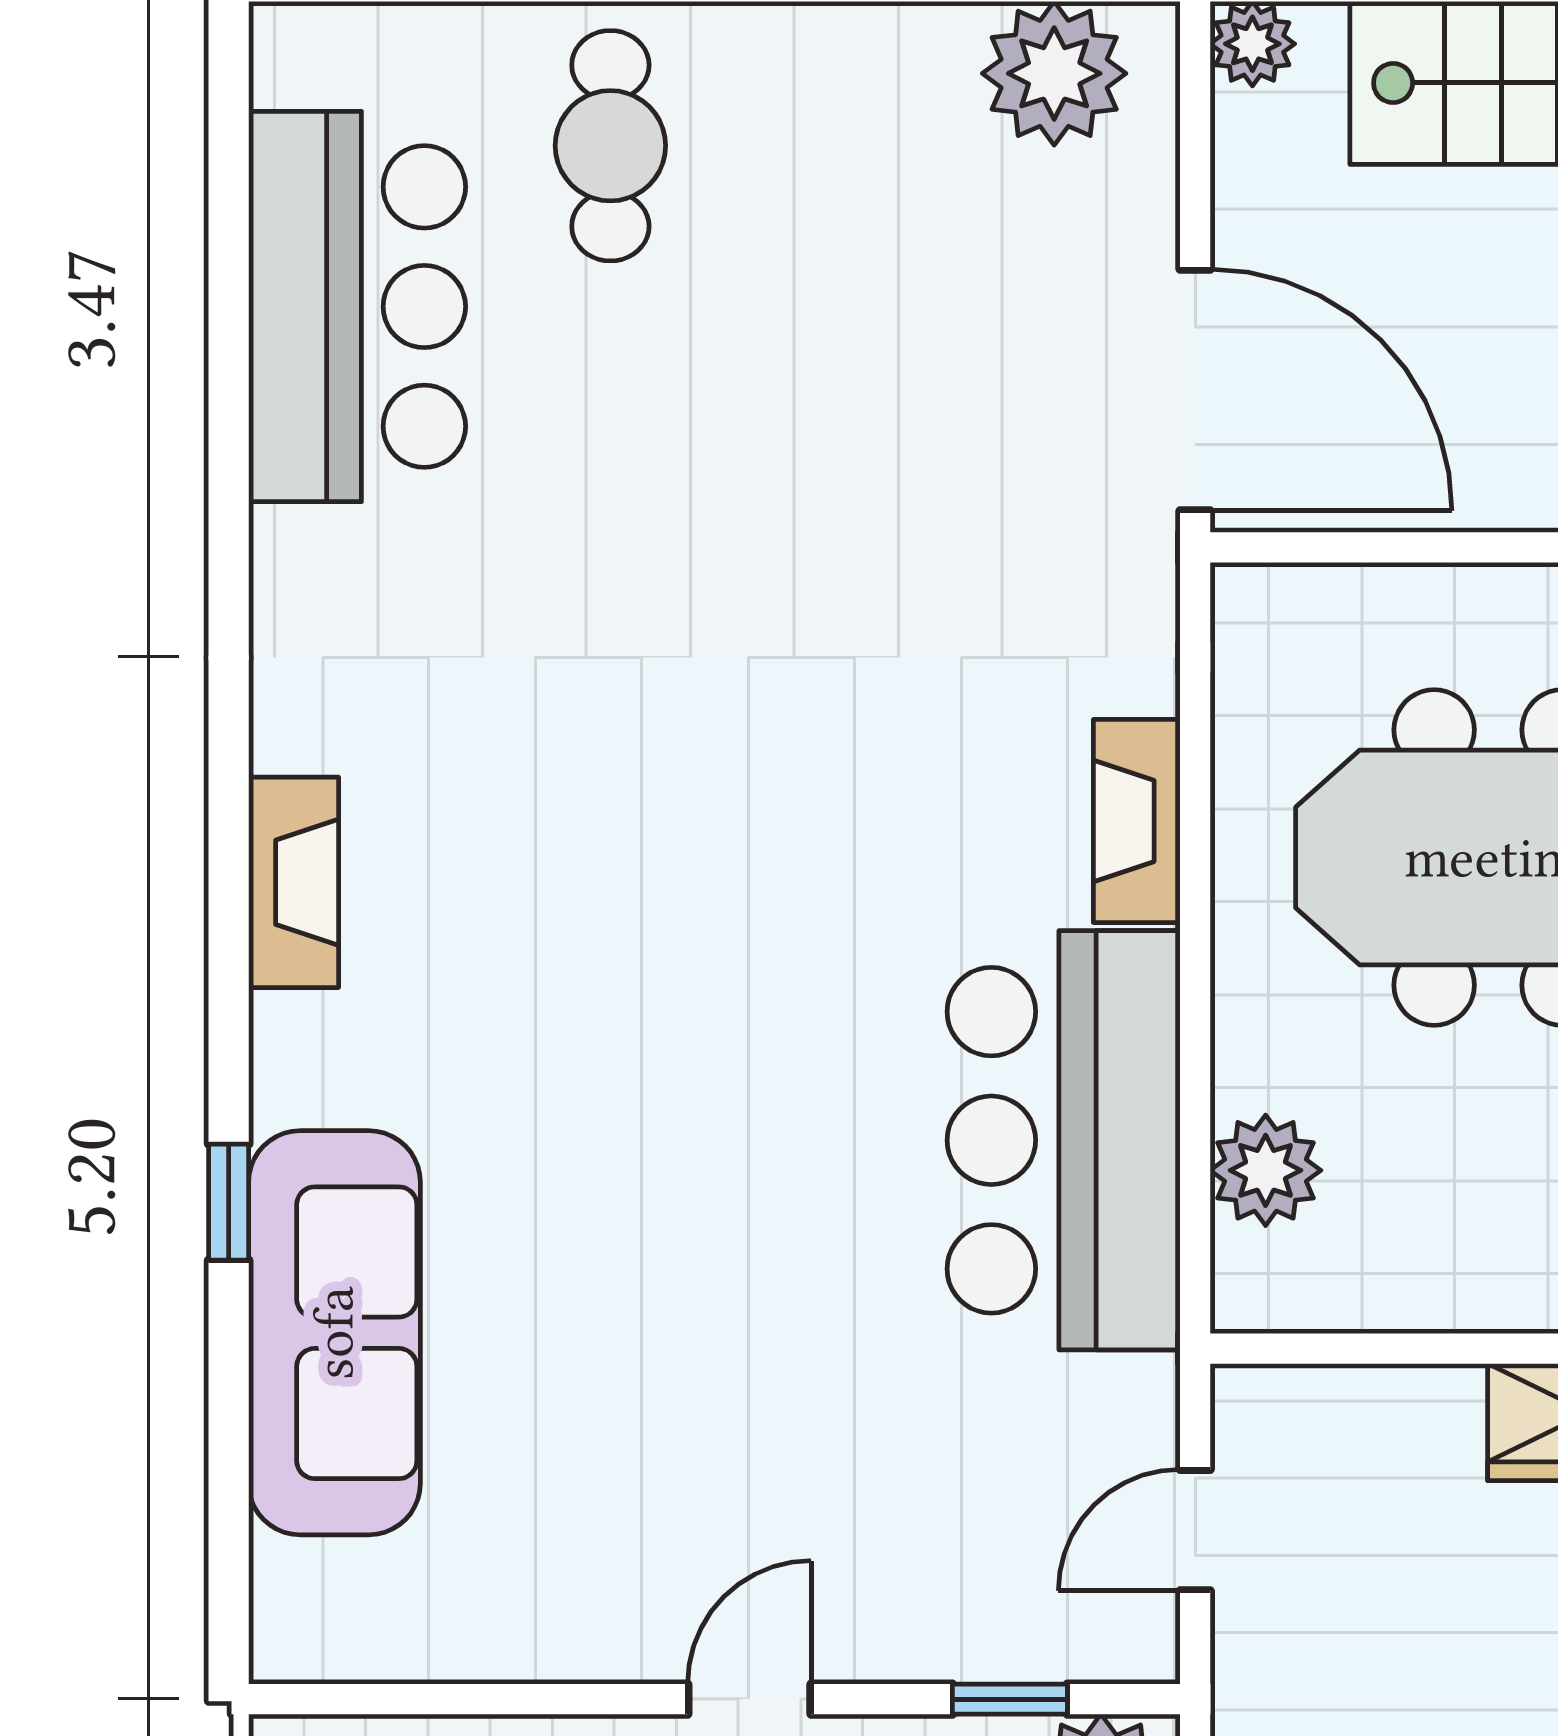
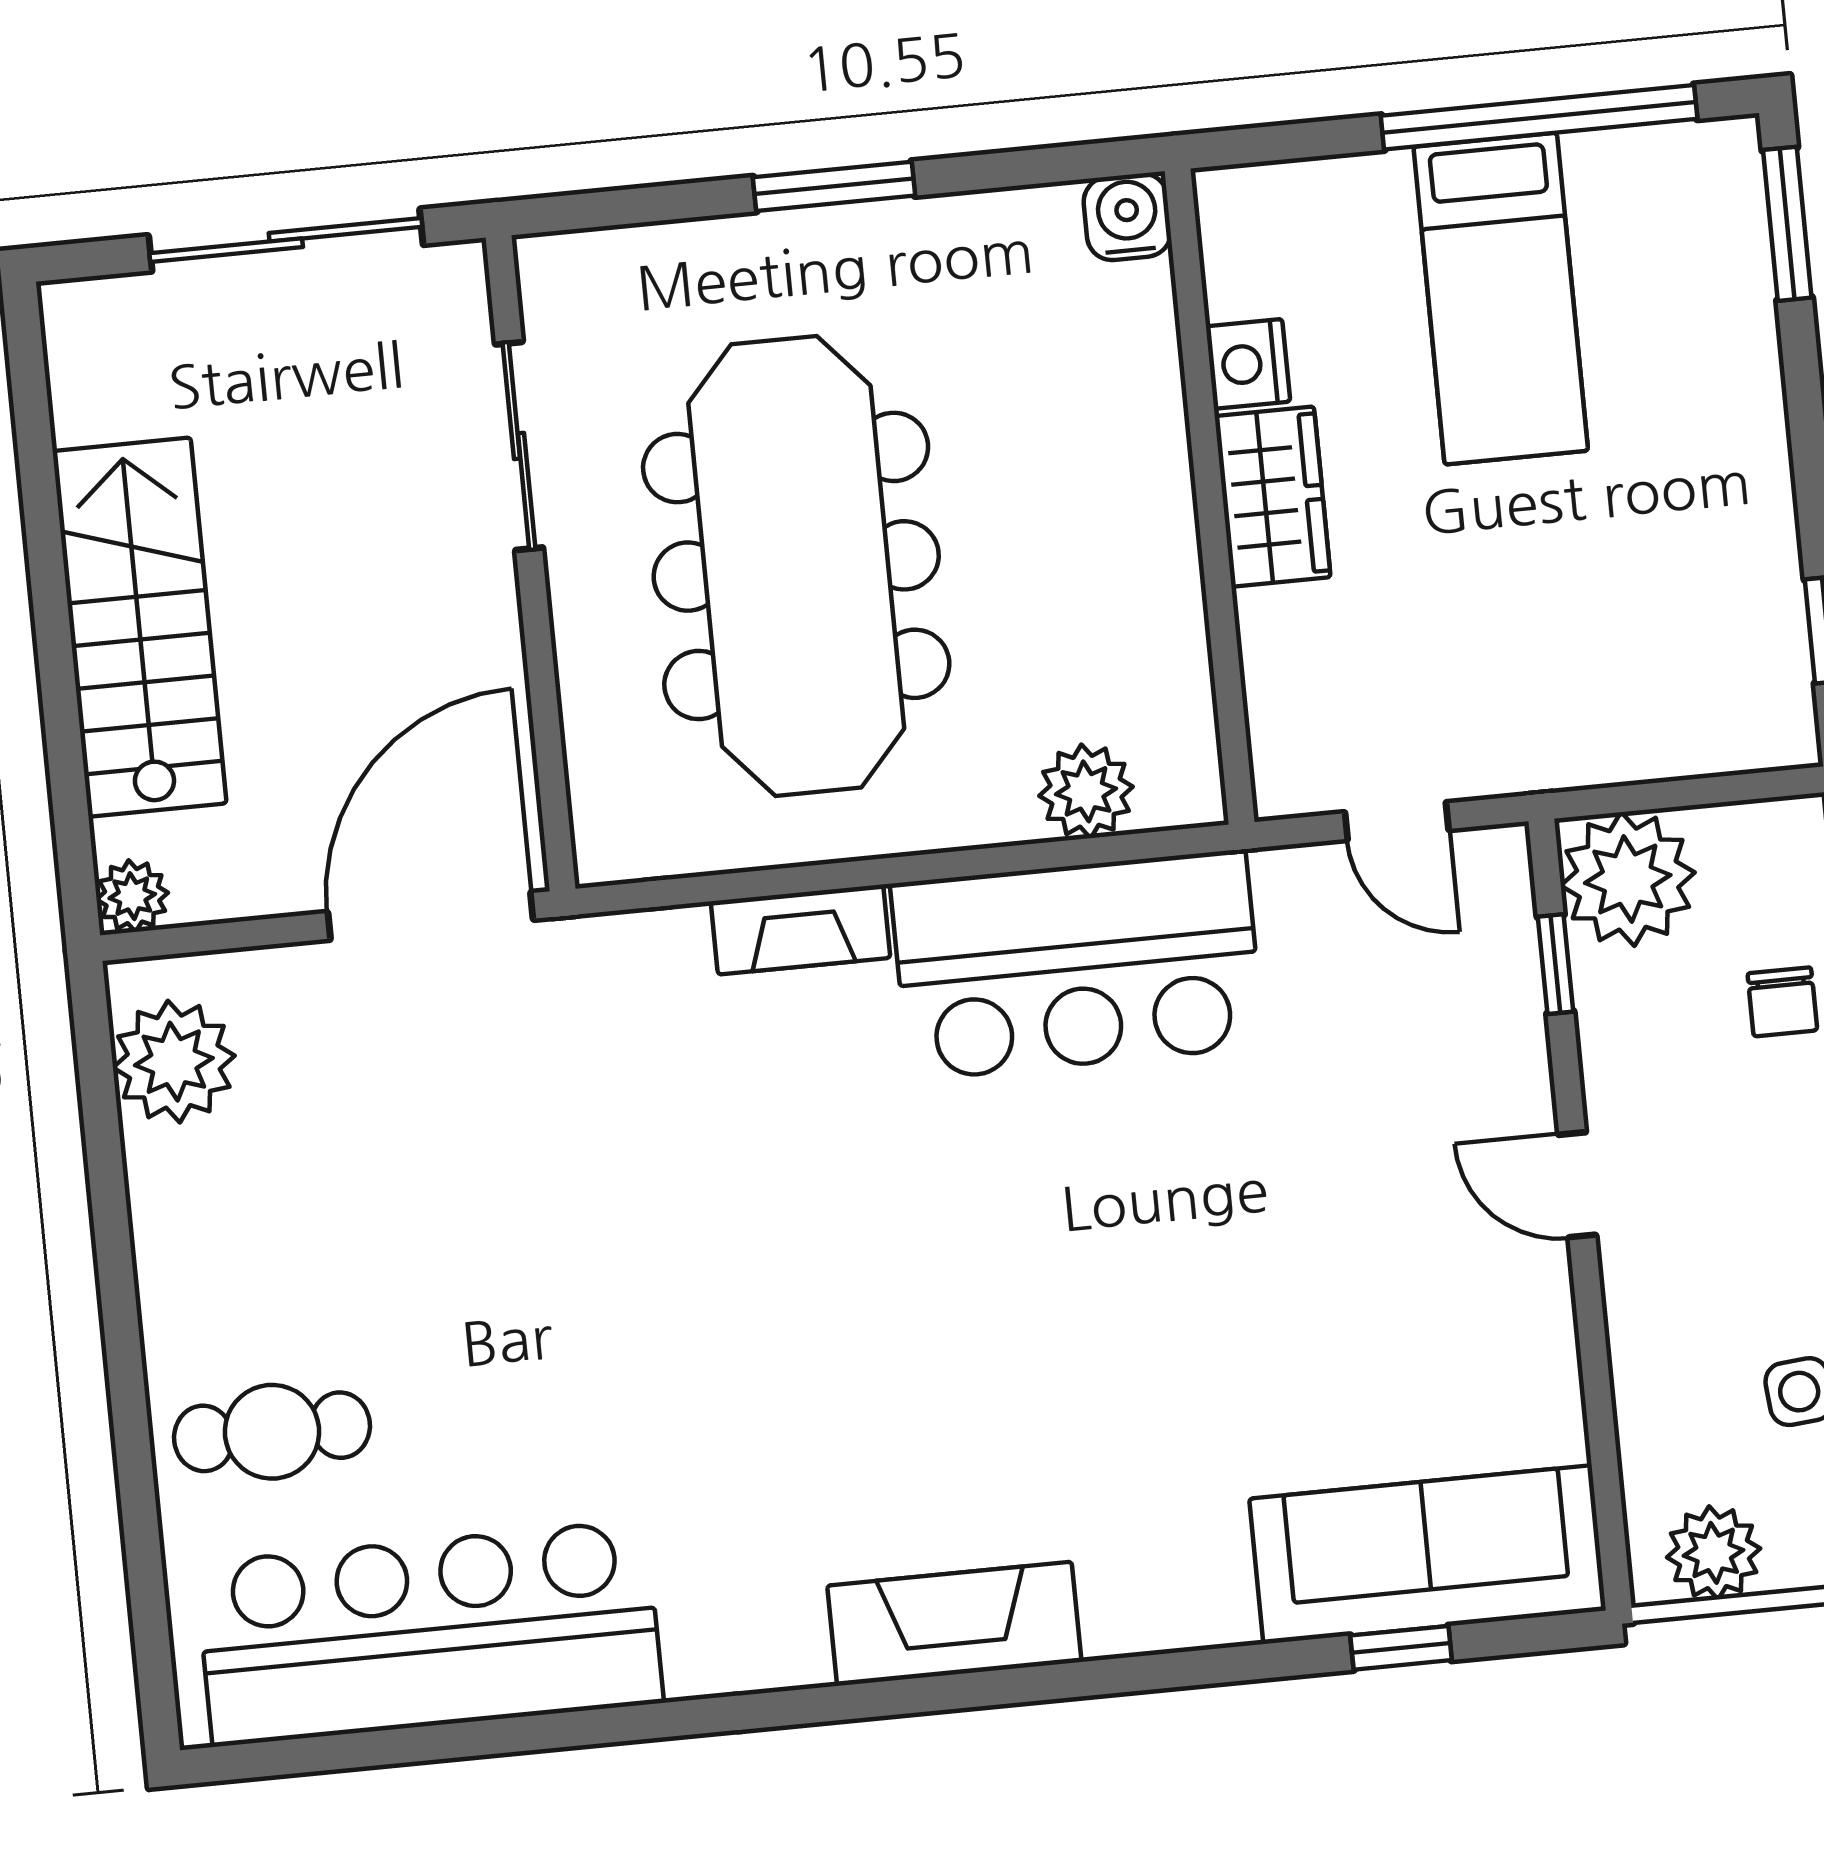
bar counter: (357, 307) -> (429, 1633), width x1.36
fireplace: (294, 882) -> (954, 1624), width x1.37, depth x1.32
window: (229, 1202) -> (1401, 1648), moved
sofa: (334, 1333) -> (1428, 1555), moved

